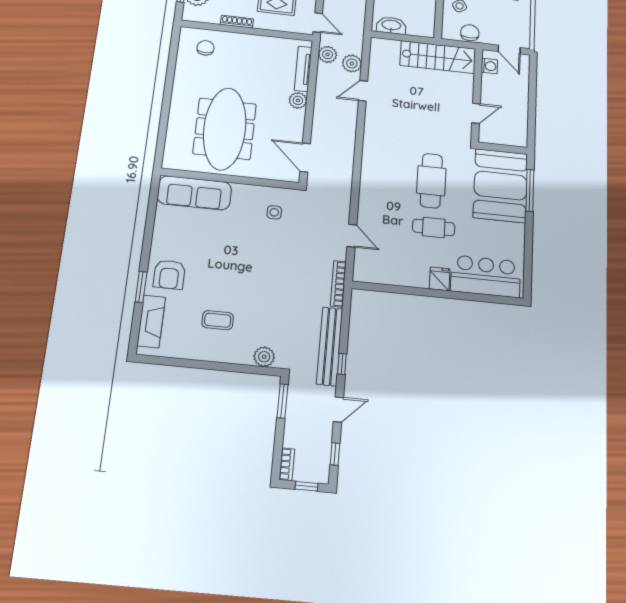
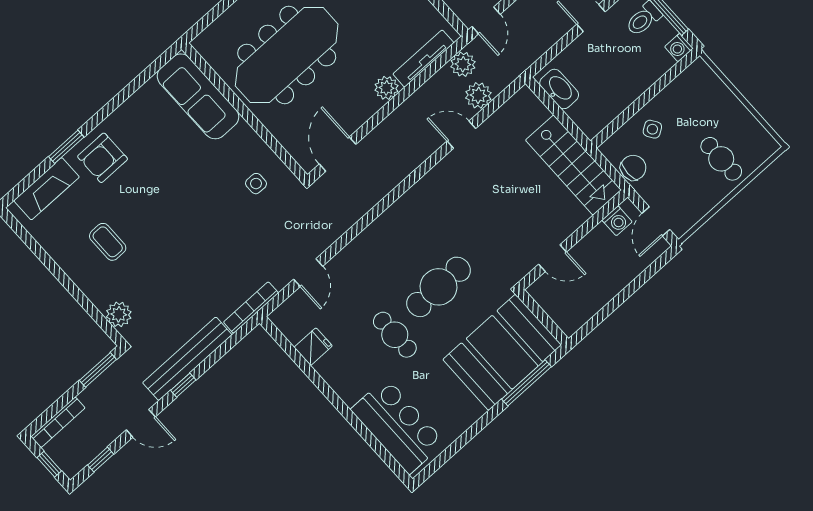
fridge: (440, 279) -> (313, 347), moved
bookcase: (287, 464) -> (58, 422), width x1.56

